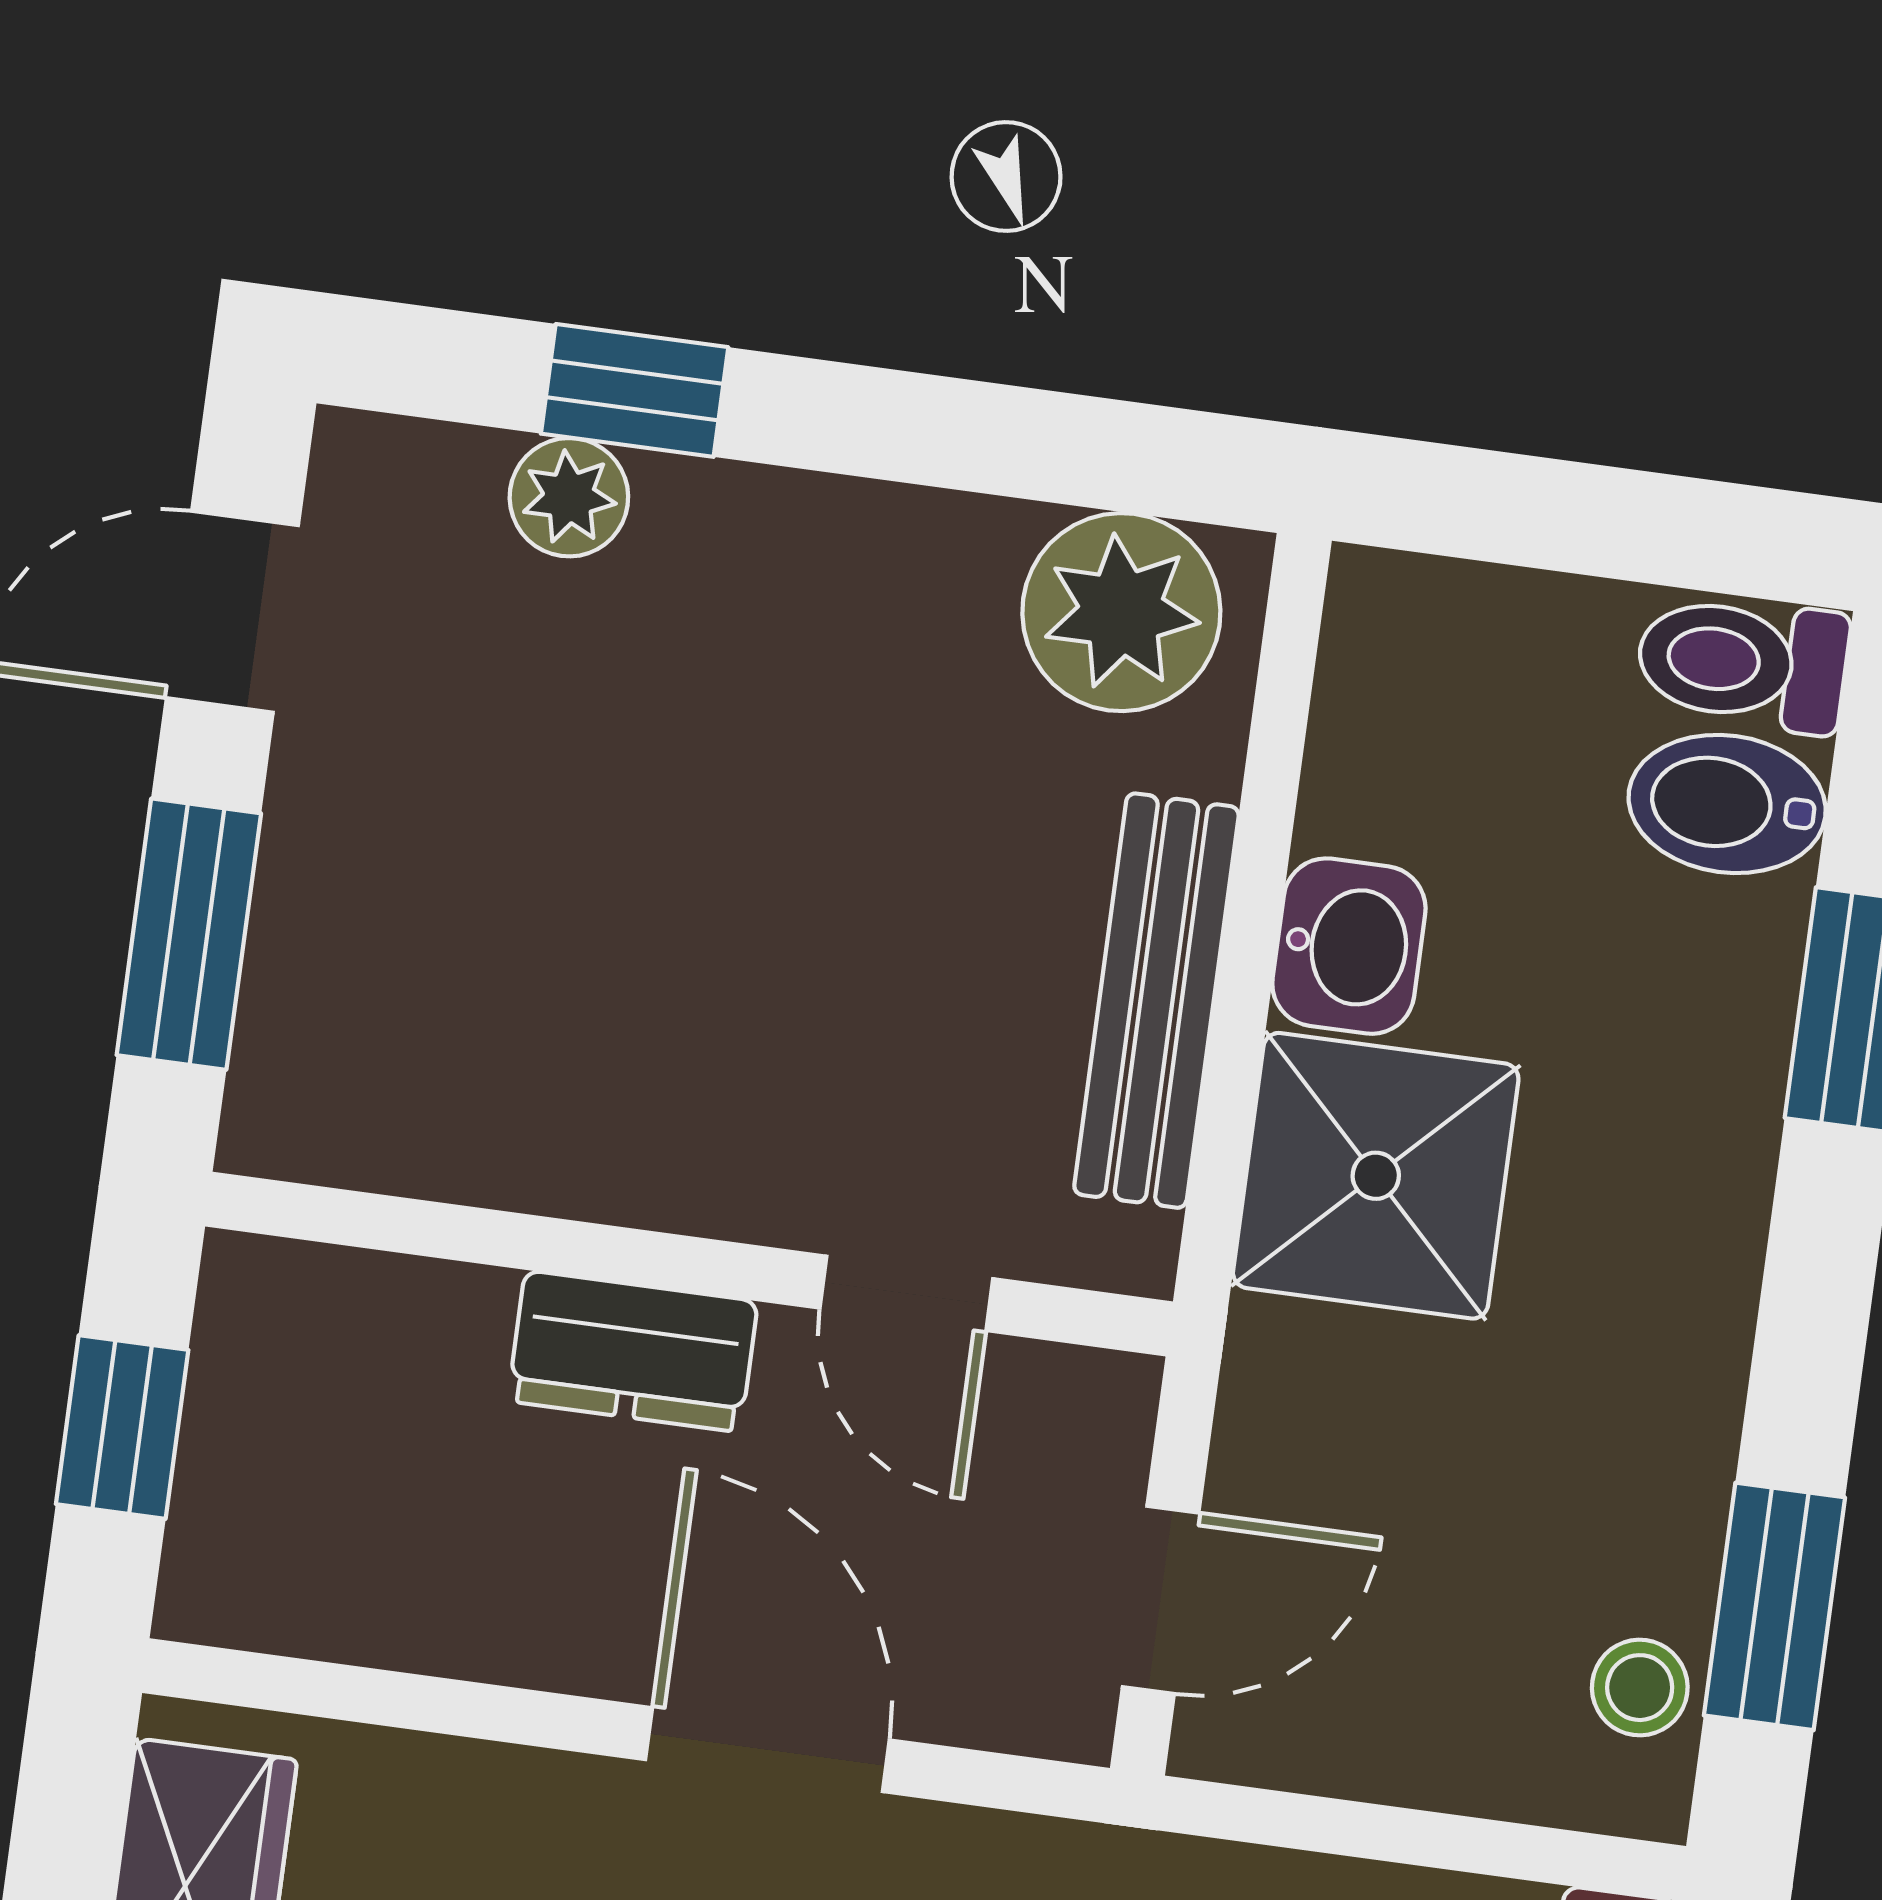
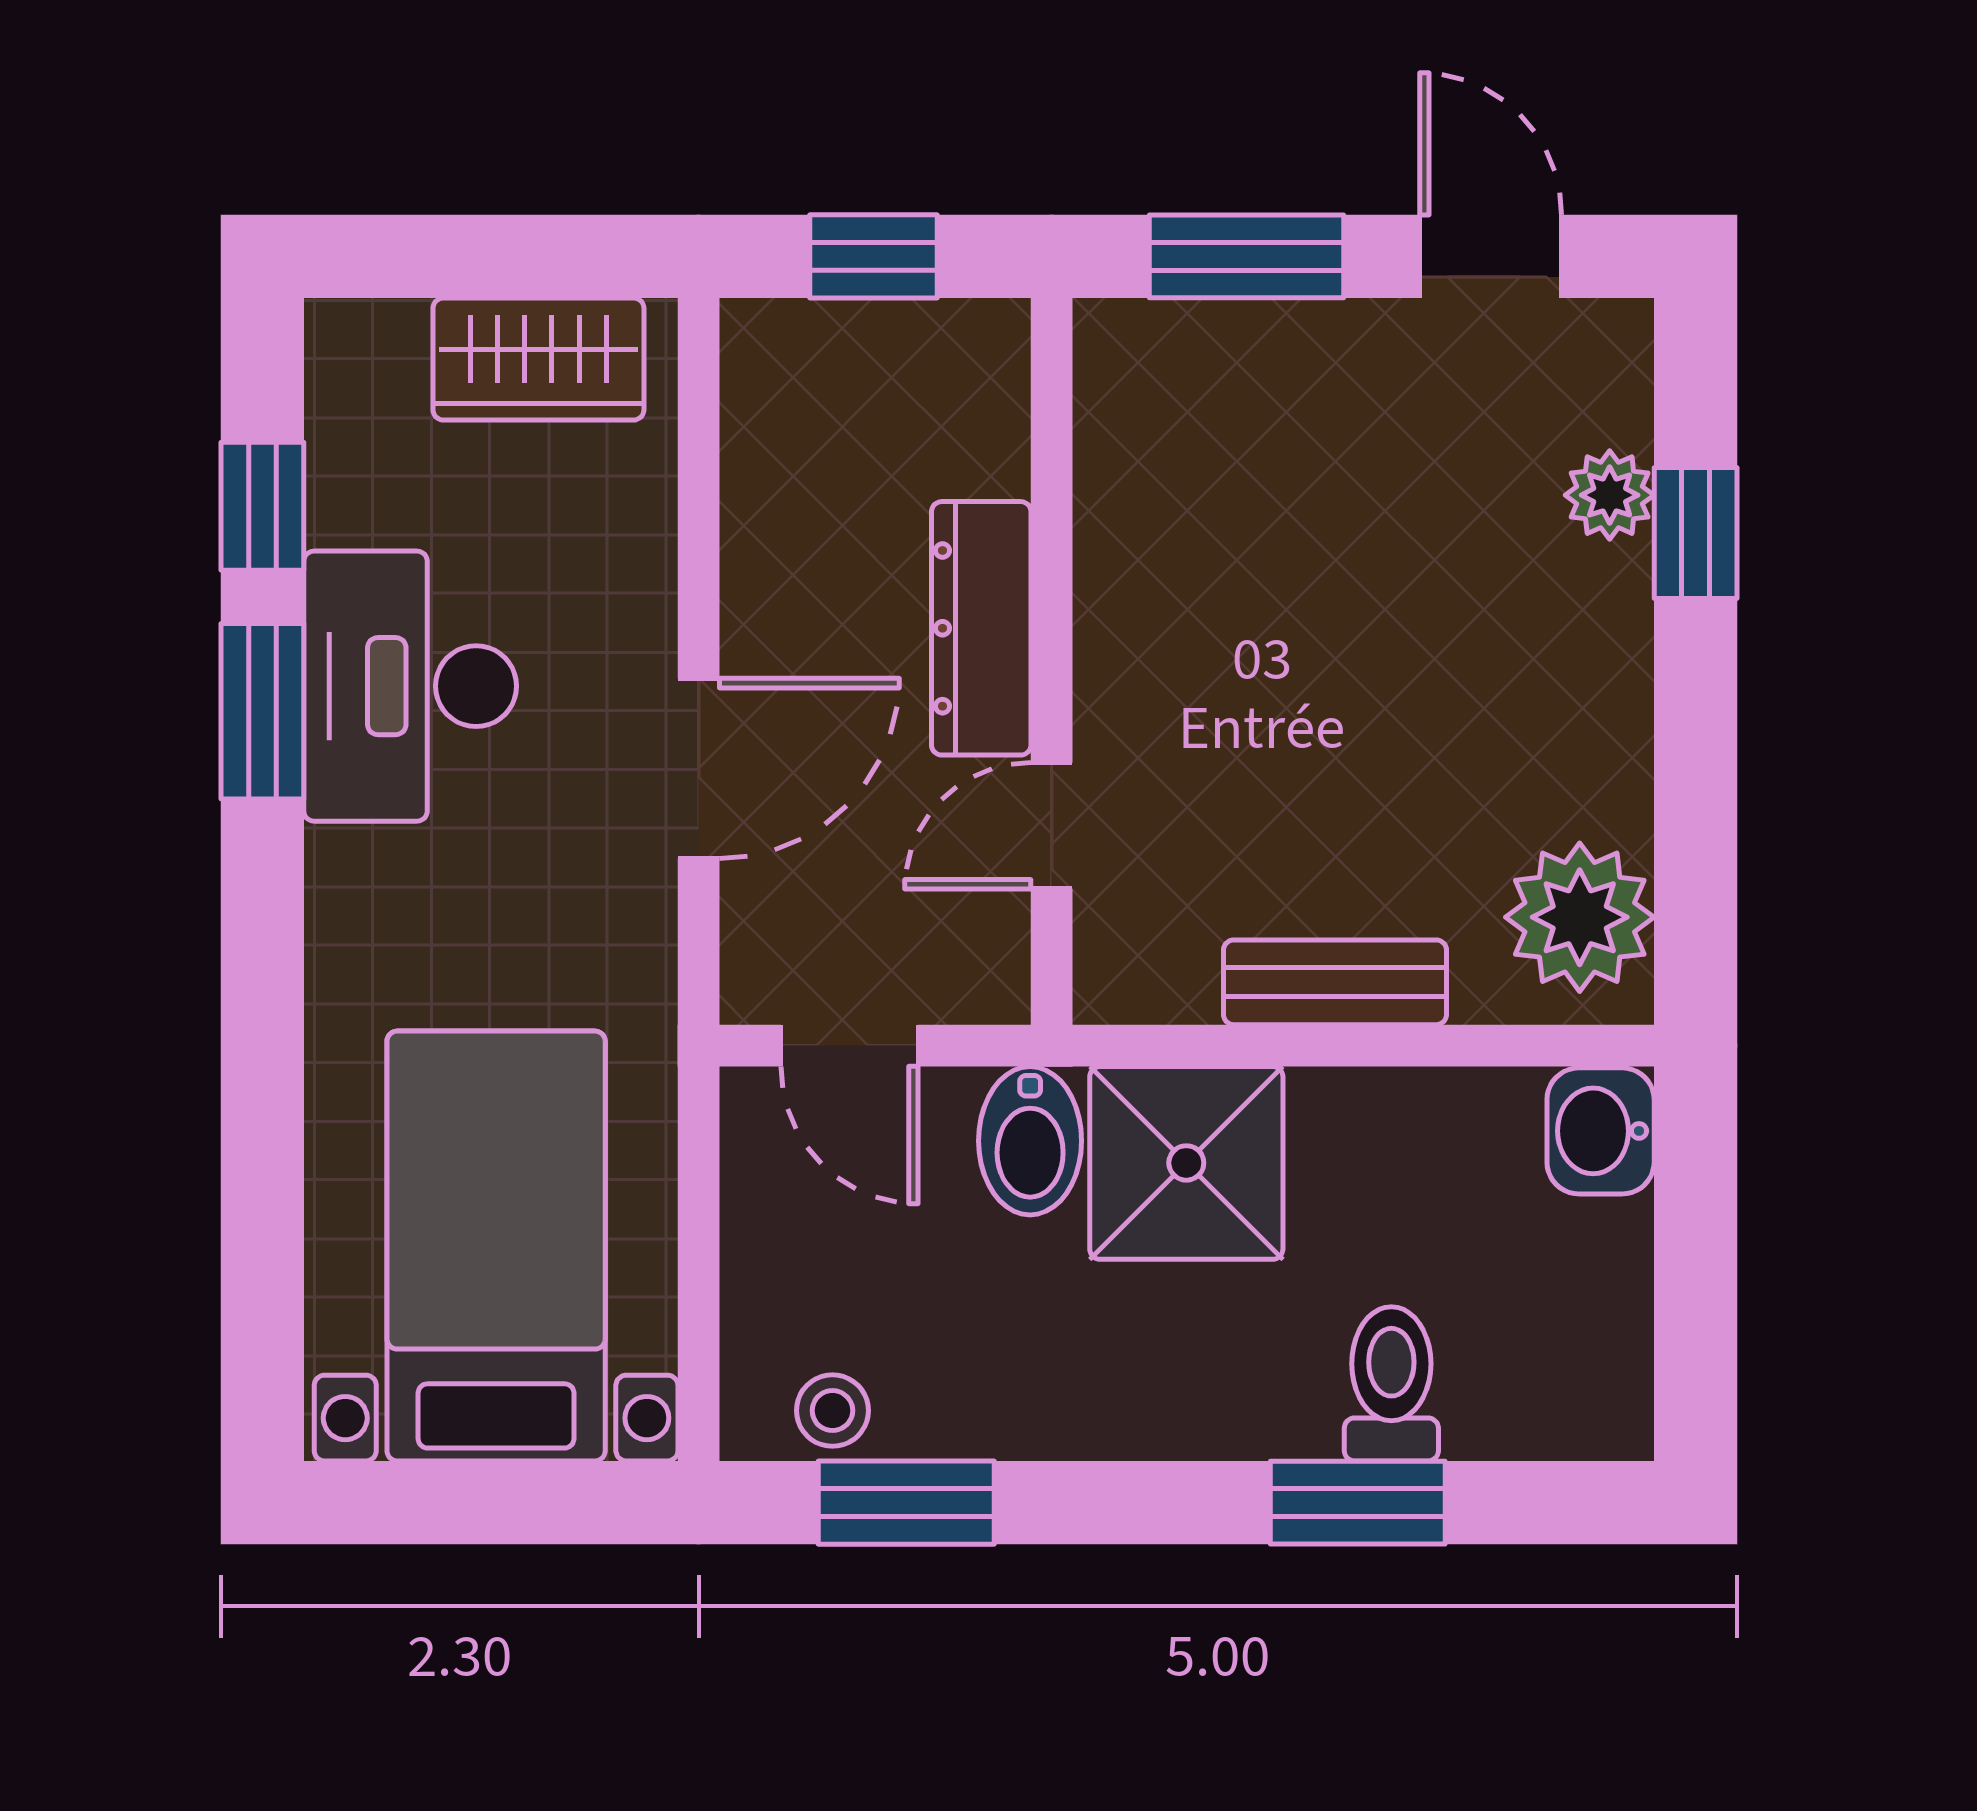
toilet: (1742, 663) -> (1391, 1384), moved
bidet: (1727, 804) -> (1030, 1141), moved, turned 180
washbasin: (1349, 946) -> (1601, 1131), moved, turned 90
bench: (1156, 1001) -> (1335, 982), width x0.73
dresser: (633, 1351) -> (981, 628), width x1.44

